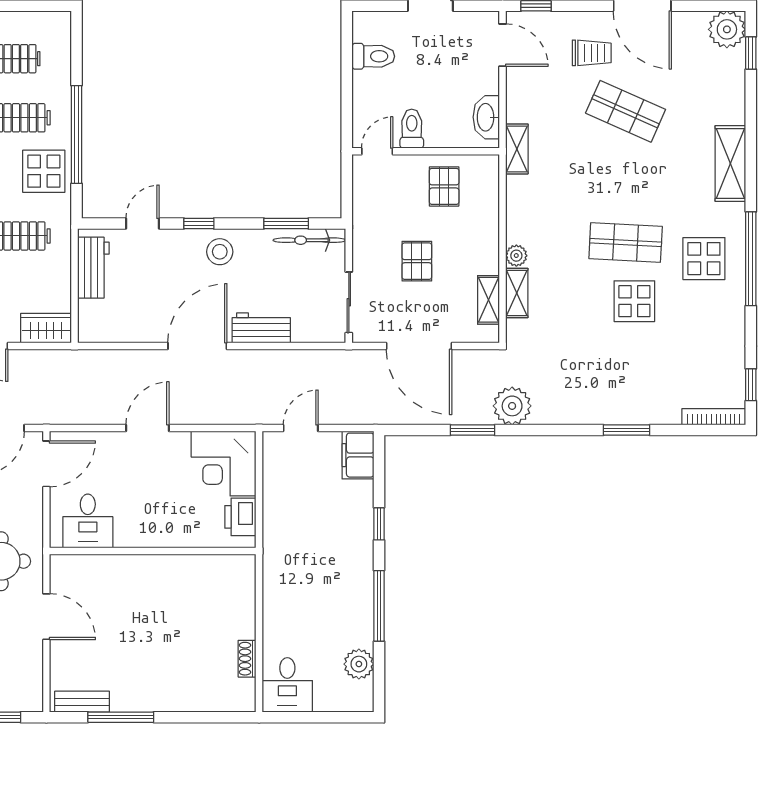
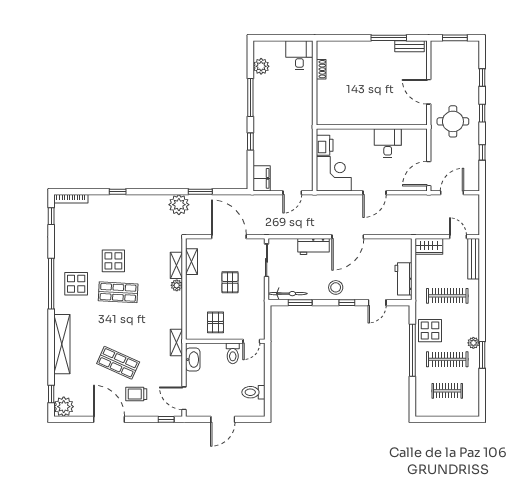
shelving: (730, 164) -> (62, 344), width x1.47
window: (626, 430) -> (118, 192), width x0.67
desk: (88, 521) -> (388, 143), moved

